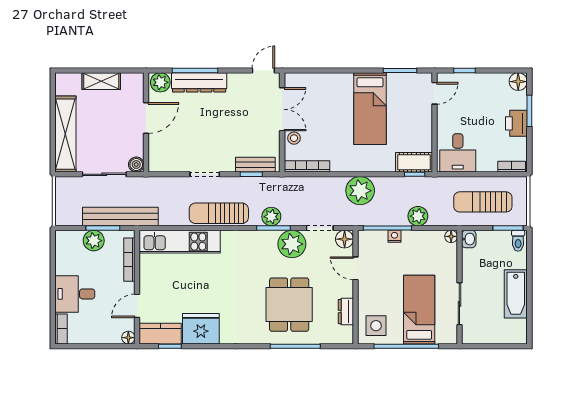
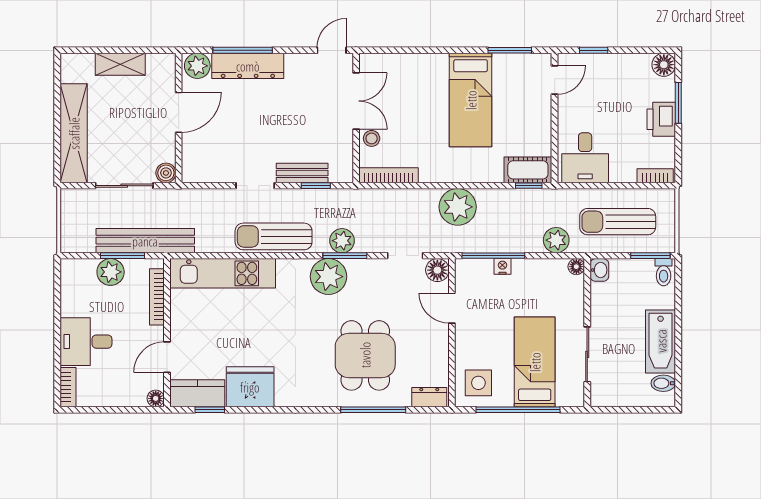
bench: (255, 165) -> (302, 173), moved
plant: (418, 216) -> (556, 240), moved
plant: (292, 244) -> (328, 277), moved
dresser: (346, 312) -> (429, 397), moved, turned 90
bidet: (518, 326) -> (663, 383), added

